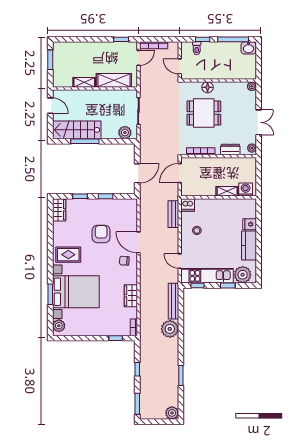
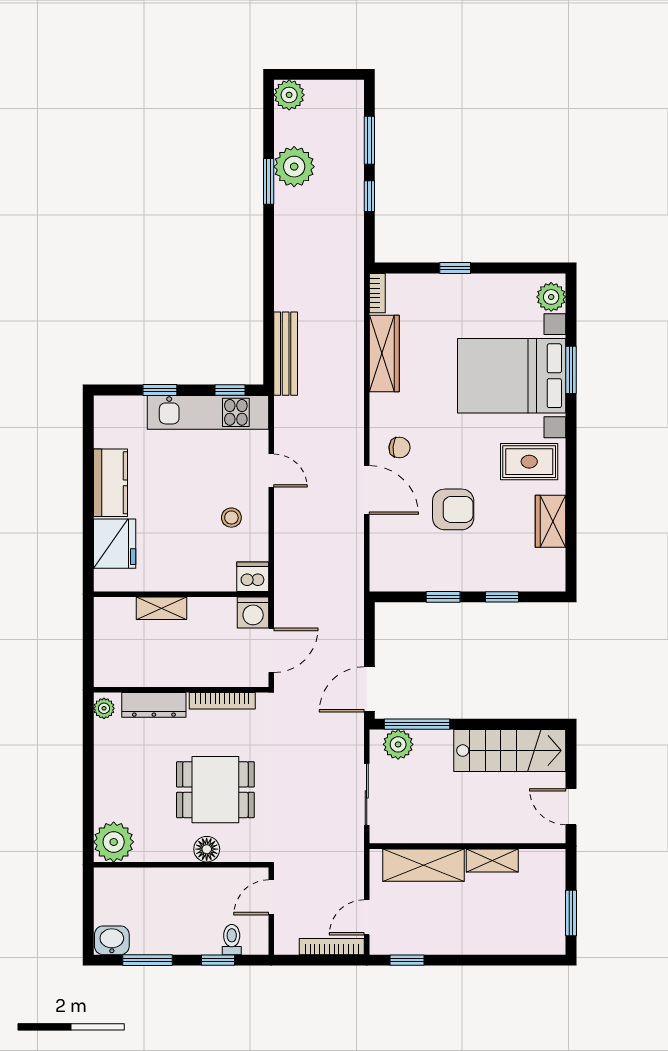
window: (233, 39) -> (147, 960), width x0.69
door: (180, 66) -> (271, 897), swing flipped
plant: (252, 86) -> (114, 842), width x1.87, depth x1.87
double door: (259, 122) -> (88, 768), removed
window: (85, 141) -> (417, 724), moved
dresser: (230, 150) -> (154, 705), width x1.44
door: (137, 173) -> (369, 689), moved
washing machine: (246, 189) -> (253, 612), moved
wardrobe: (59, 210) -> (550, 521), moved
bench: (173, 214) -> (286, 555), removed
fridge: (250, 224) -> (115, 544), width x1.88, depth x1.34
armchair: (101, 234) -> (453, 509), turned -90
door: (180, 261) -> (271, 470), moved
plant: (243, 275) -> (125, 415), removed
wardrobe: (131, 296) -> (384, 353), width x1.50
plant: (170, 329) -> (294, 167), moved
window: (116, 338) -> (455, 268), moved
window: (137, 404) -> (369, 140), moved

